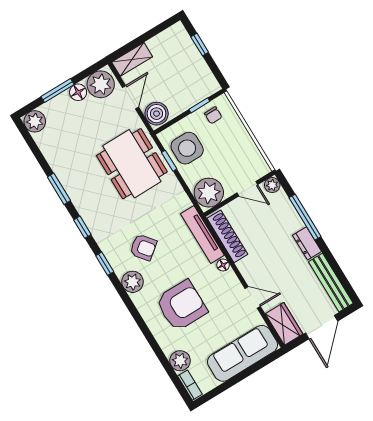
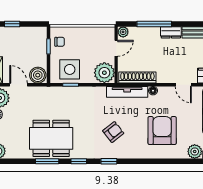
dining table: (132, 164) -> (51, 138), moved
plant: (133, 282) -> (130, 151), removed
door: (253, 297) -> (183, 85), swing flipped

